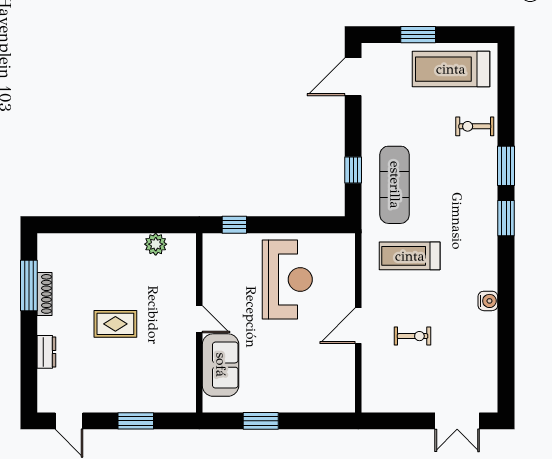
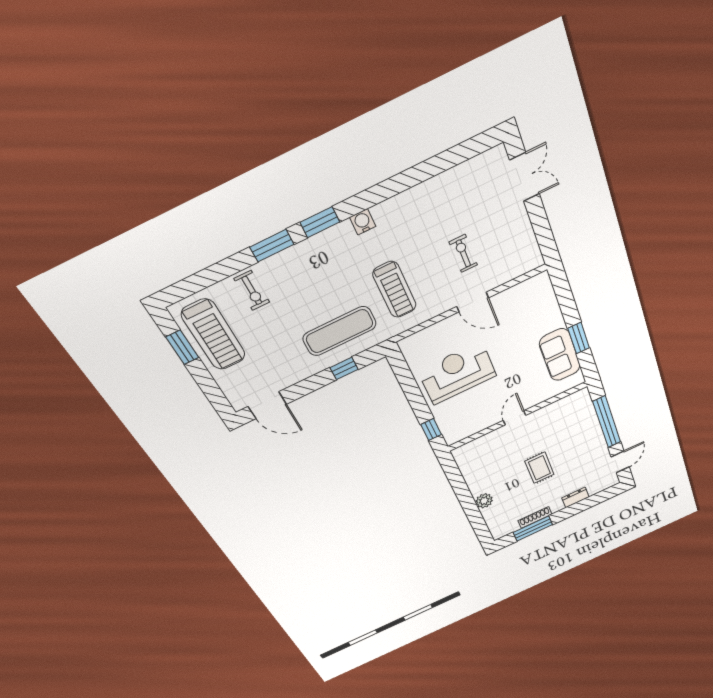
window: (418, 35) -> (182, 347), moved
plant: (156, 244) -> (484, 501), moved
water cooler: (488, 301) -> (363, 222), moved
sofa: (221, 365) -> (560, 355), moved, turned -90
window: (136, 421) -> (607, 422), width x2.11

